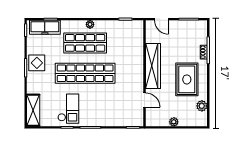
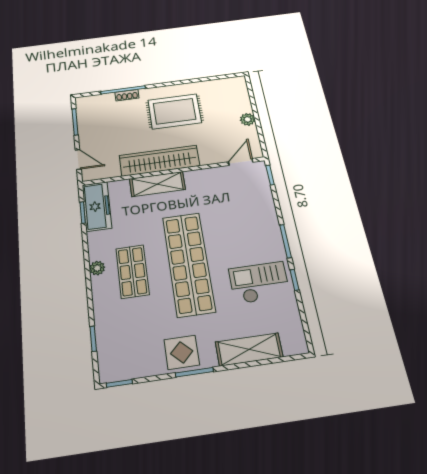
door: (161, 19) -> (78, 159), hinge flipped
freezer: (45, 27) -> (97, 206), moved
shop shelf: (85, 43) -> (132, 271), width x0.70, depth x0.74
shelving: (137, 63) -> (157, 184), added
door: (145, 100) -> (241, 162), moved
plant: (202, 106) -> (214, 86), removed
shelving: (33, 110) -> (249, 349), moved

